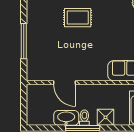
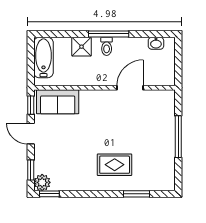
door: (65, 83) -> (130, 88), hinge flipped
washbasin: (66, 118) -> (156, 43), moved, width x0.52, depth x0.69

